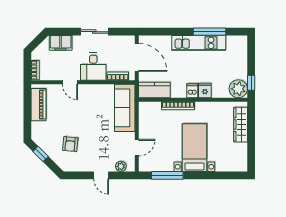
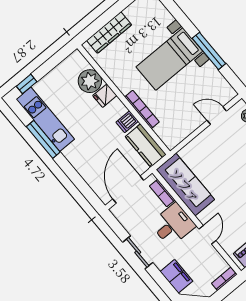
kitchen unit: (199, 43) -> (45, 119), moved
window: (251, 83) -> (27, 84), moved
plant: (238, 89) -> (90, 81), moved
dishwasher: (192, 91) -> (127, 122), moved
sofa: (125, 108) -> (185, 185), moved, turned -90
window: (167, 175) -> (209, 51), moved

